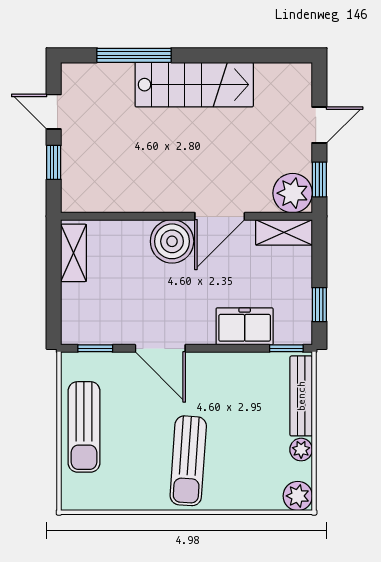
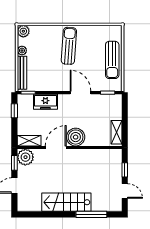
sun lounger: (84, 427) -> (112, 60), turned 180

